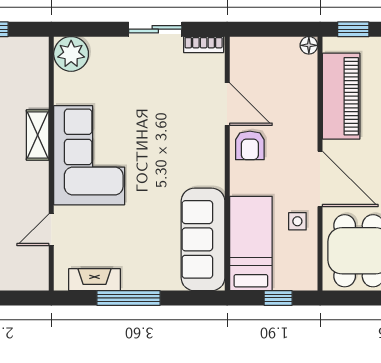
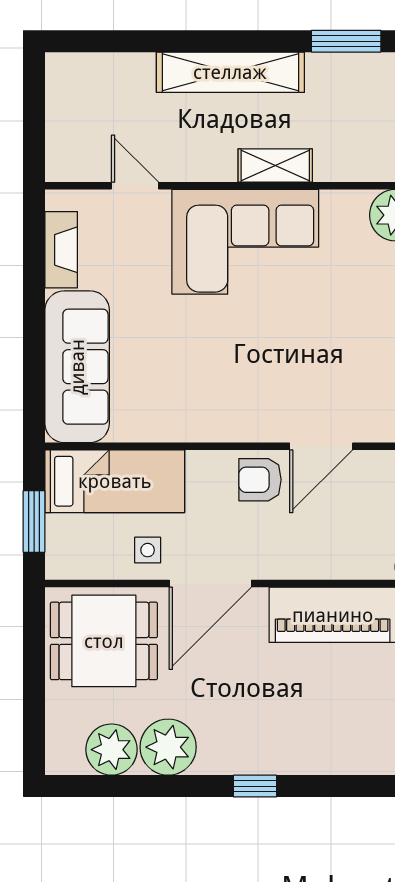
sofa: (203, 239) -> (77, 367), moved, turned 90
window: (128, 298) -> (34, 300), removed
window: (278, 298) -> (34, 521), width x1.50

